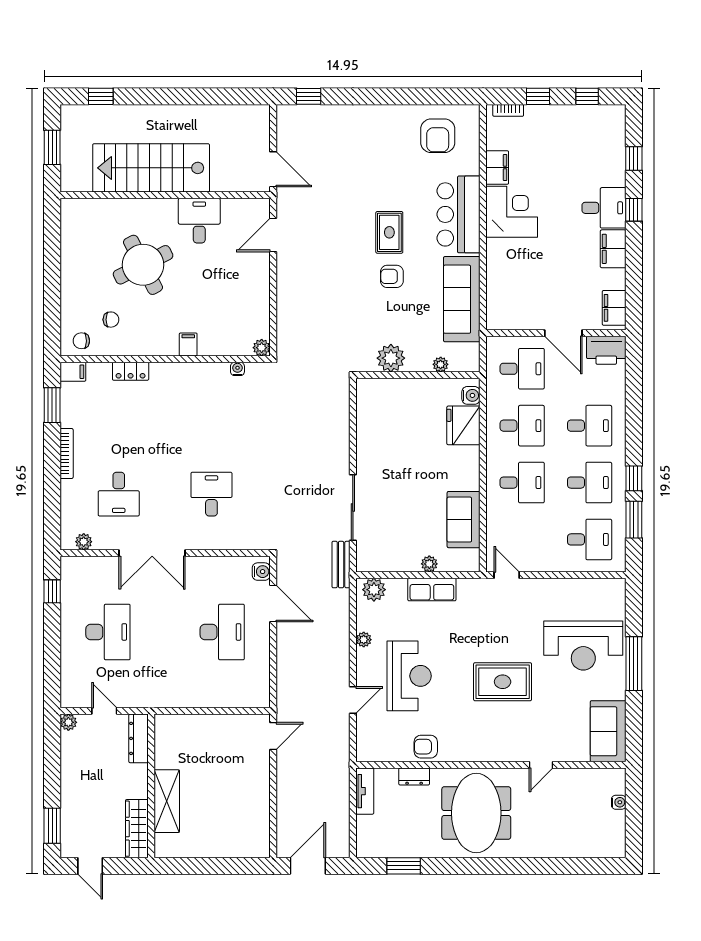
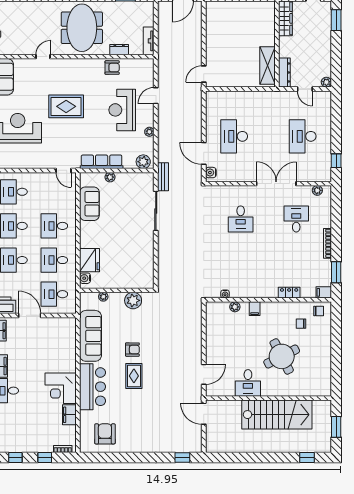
plant: (262, 348) -> (235, 307), moved
row of seats: (432, 590) -> (102, 162), width x1.48
shelving: (167, 801) -> (267, 65), moved

